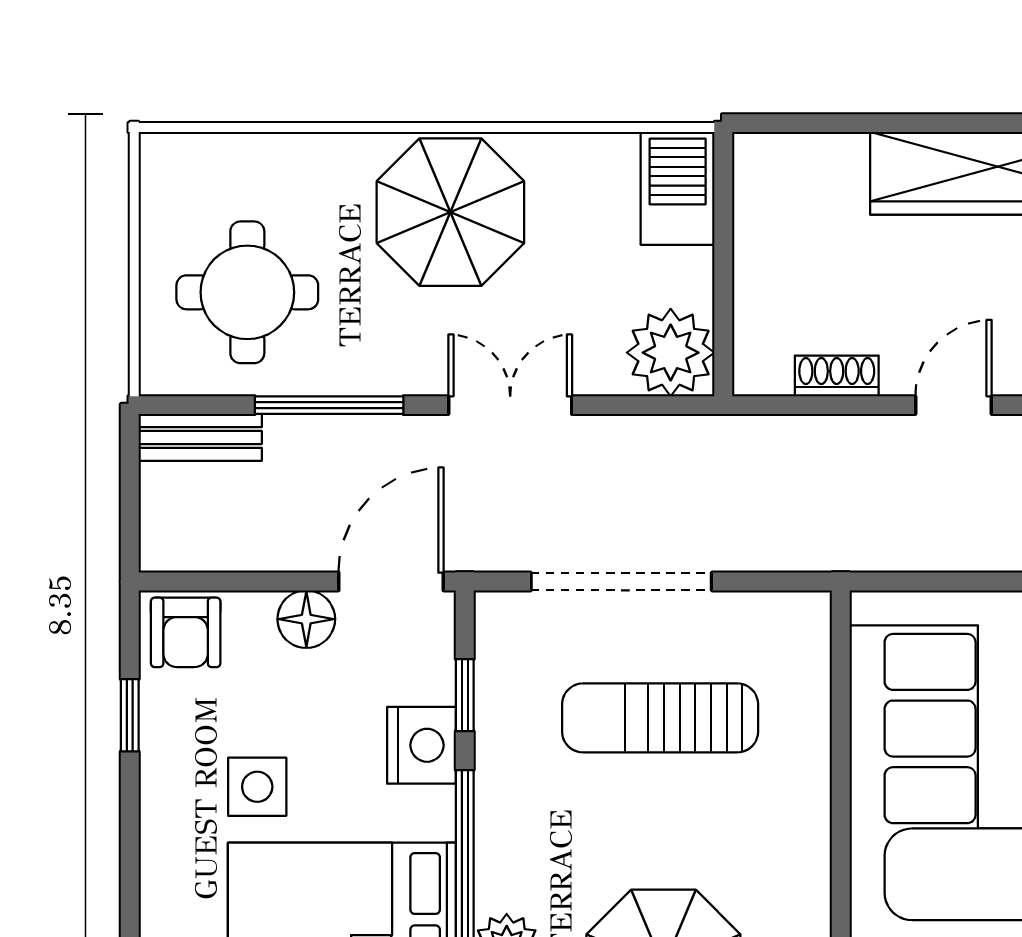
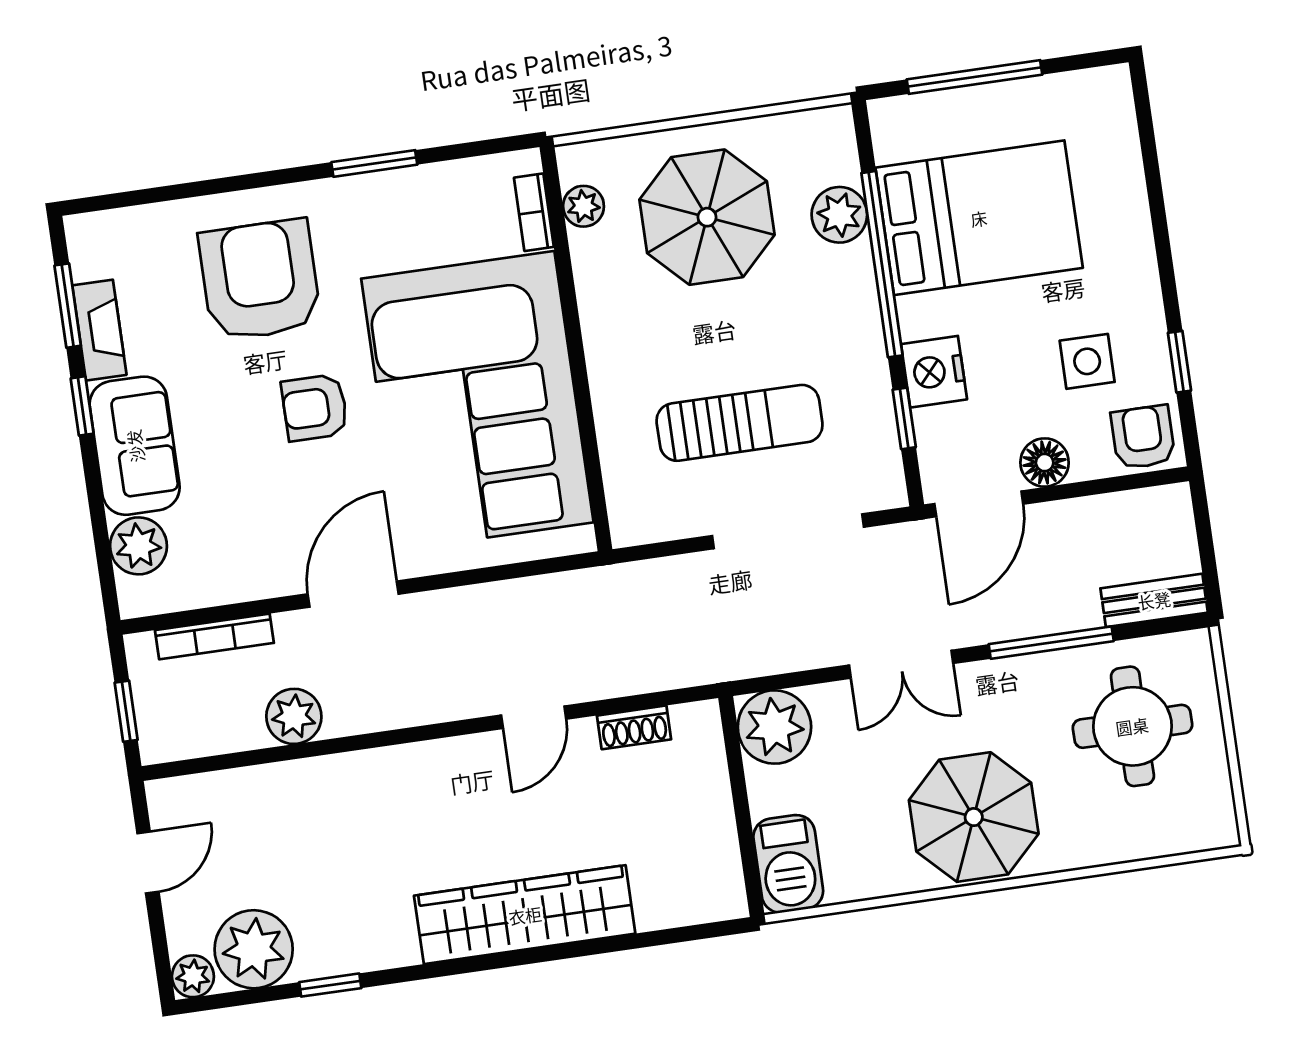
side table: (257, 787) -> (1087, 361), moved

